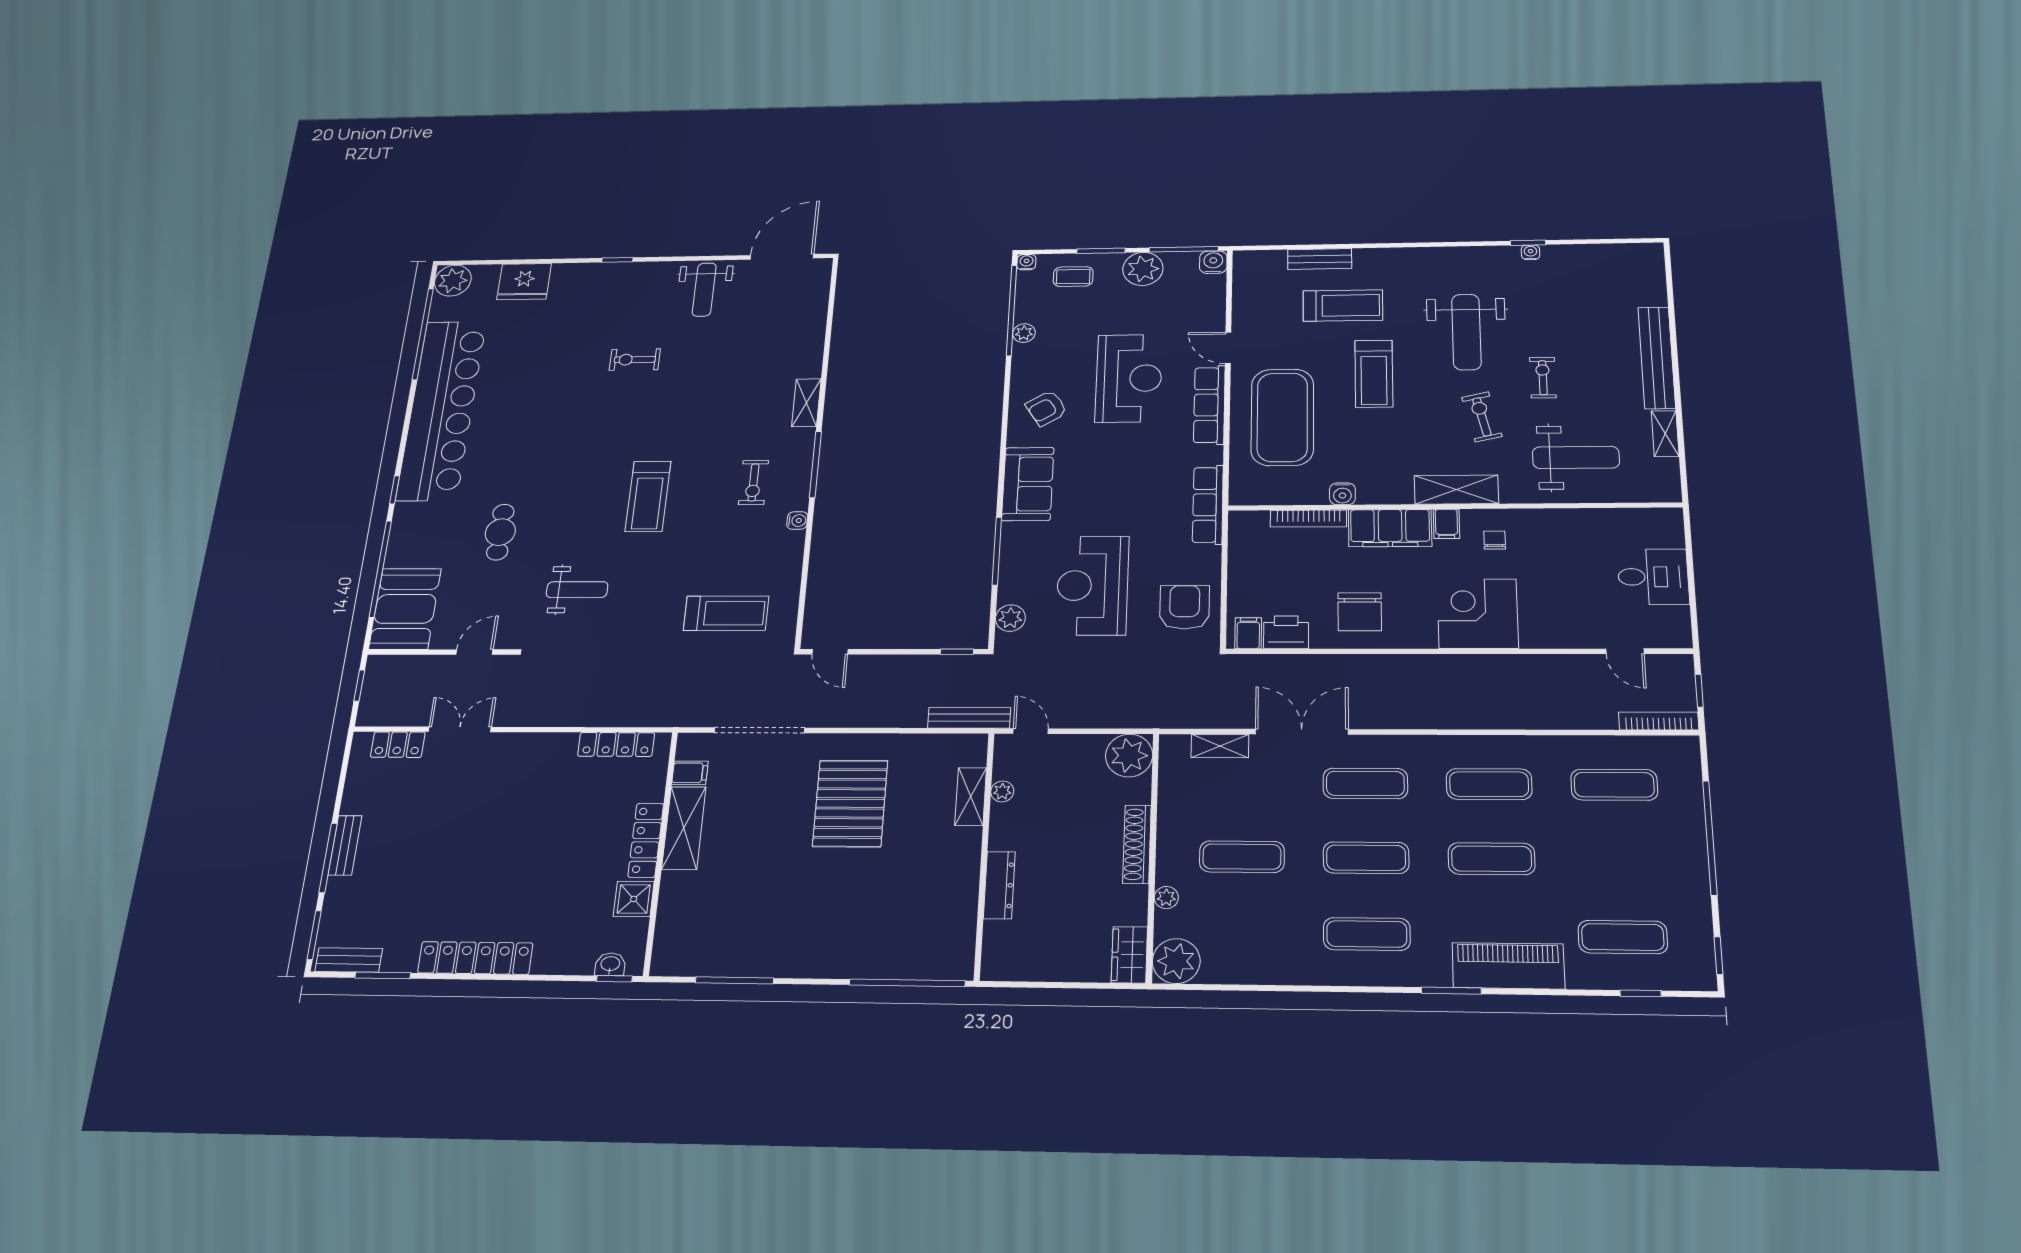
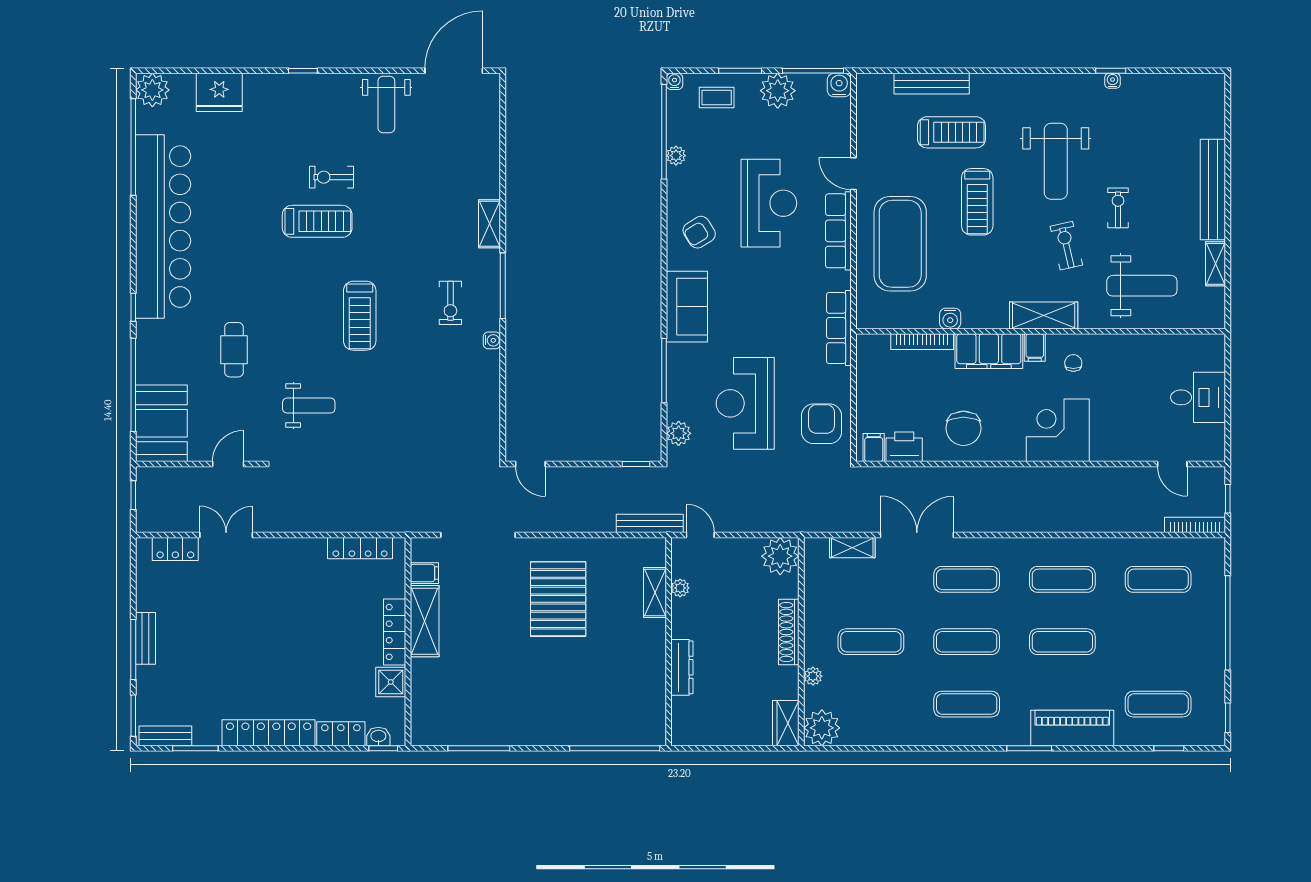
bench: (1320, 259) -> (932, 84), width x1.36
treadmill: (726, 613) -> (317, 221), moved
locker: (564, 960) -> (341, 734), added

